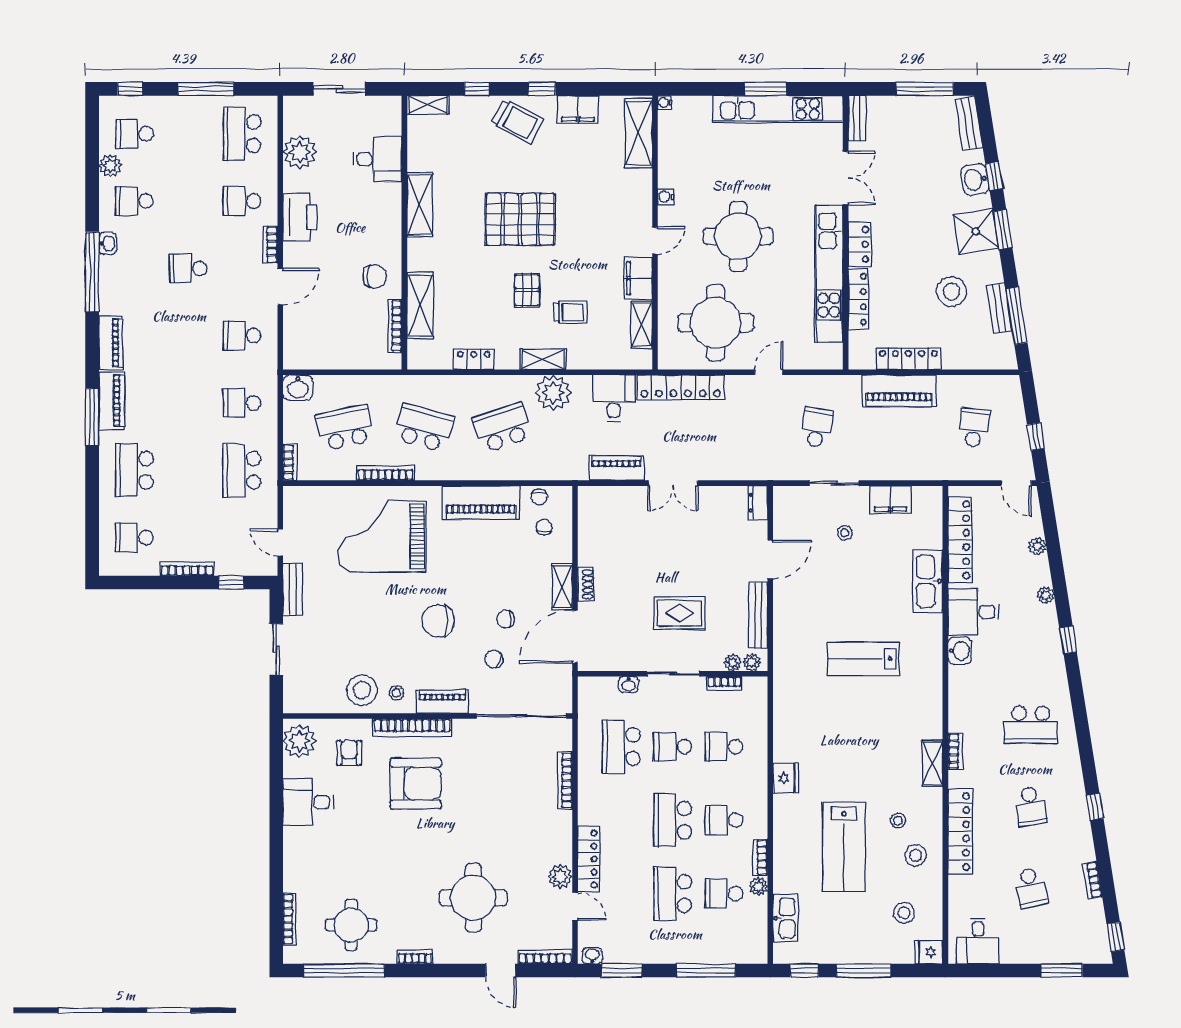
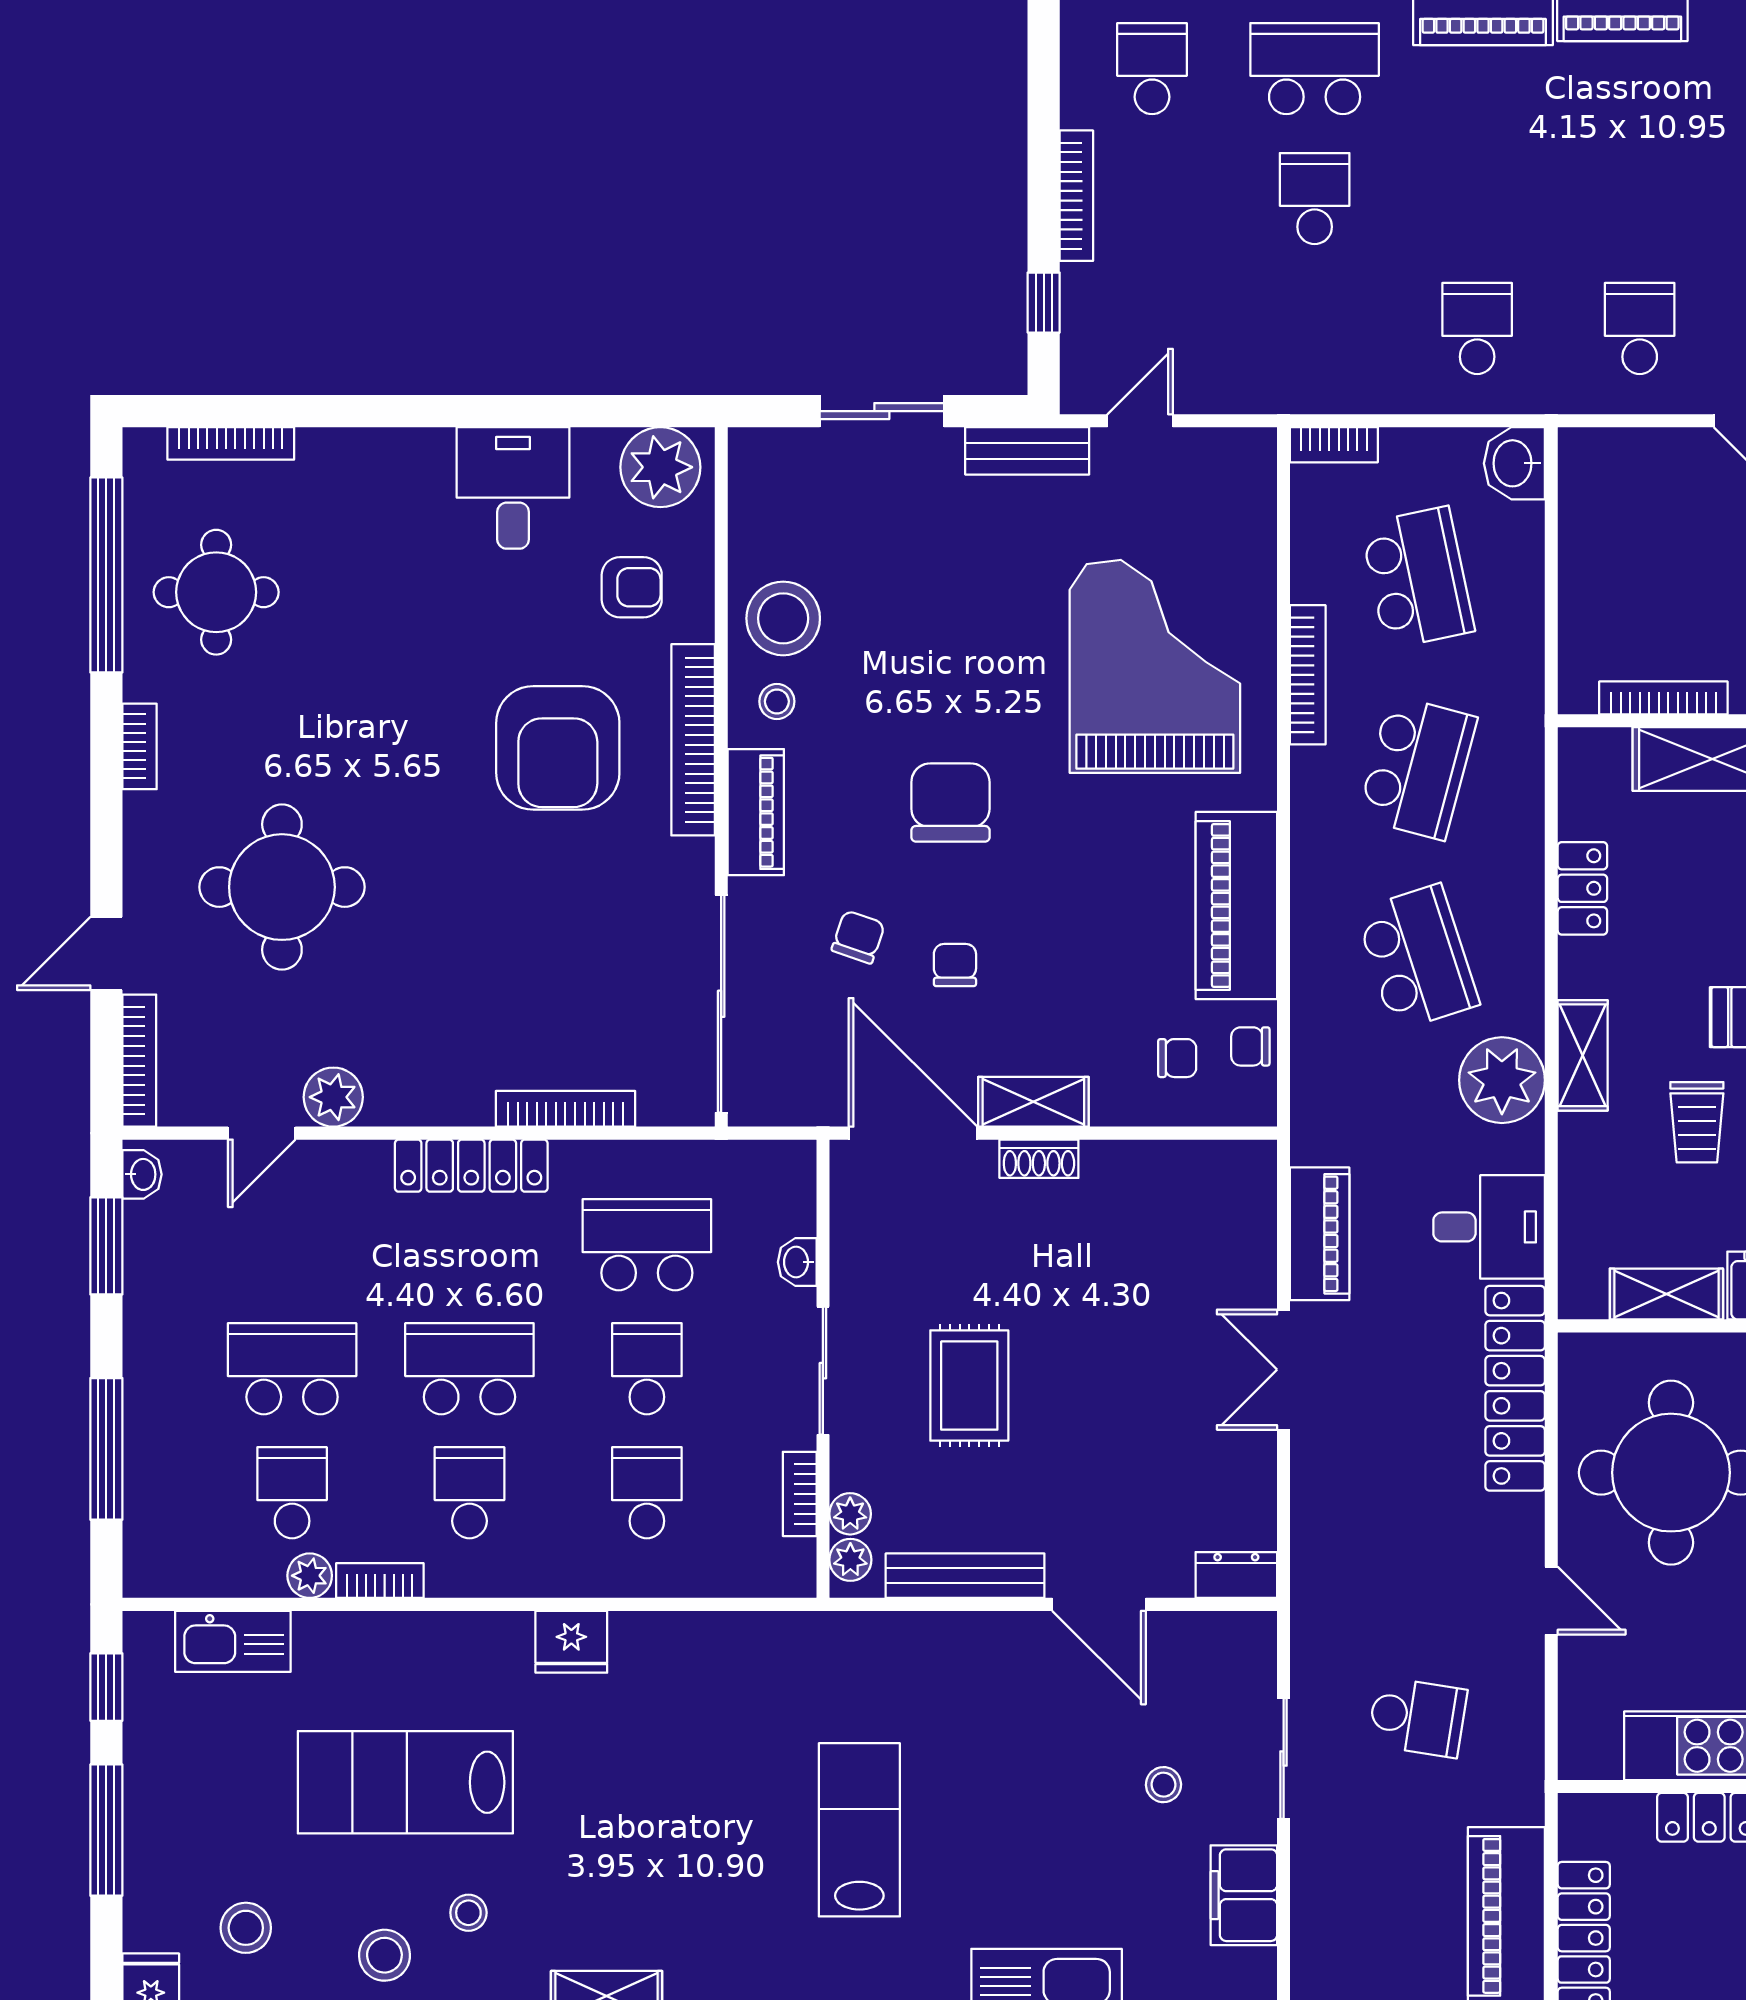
school desk: (242, 470) -> (1315, 199), moved, width x0.54
locker: (589, 859) -> (471, 1166), moved

